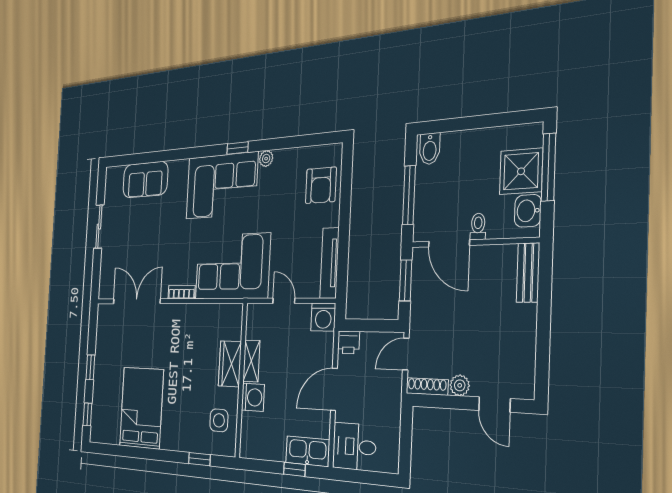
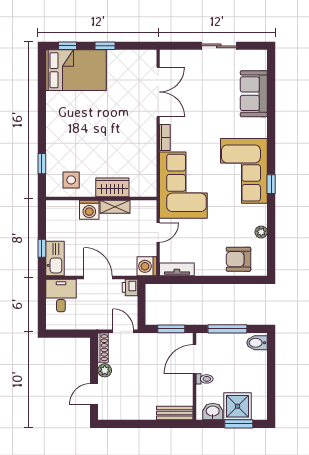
plant: (266, 159) -> (261, 232), moved
window: (549, 167) -> (239, 424), width x0.69
tv unit: (330, 263) -> (177, 269), width x0.71
bed: (142, 408) -> (76, 70), moved

